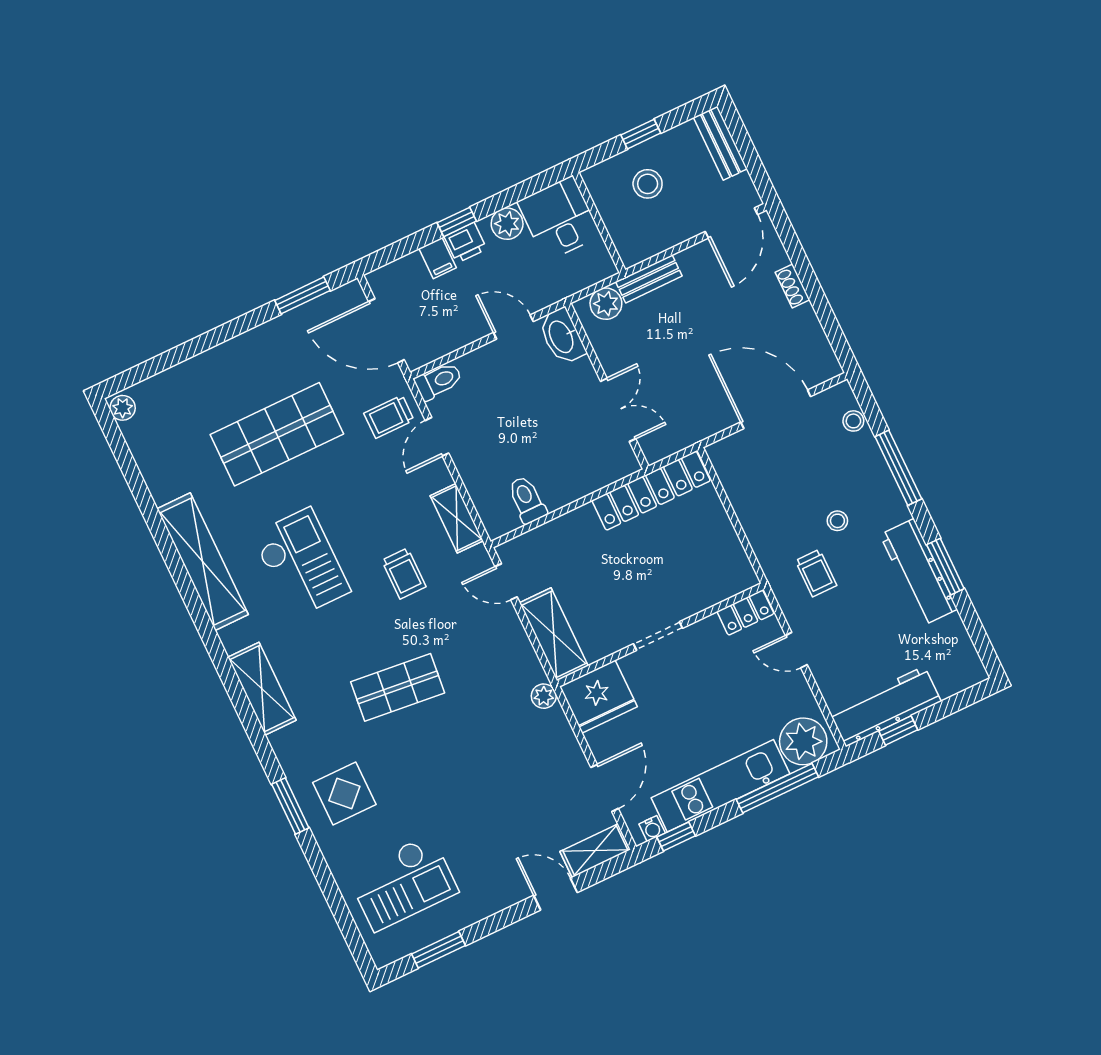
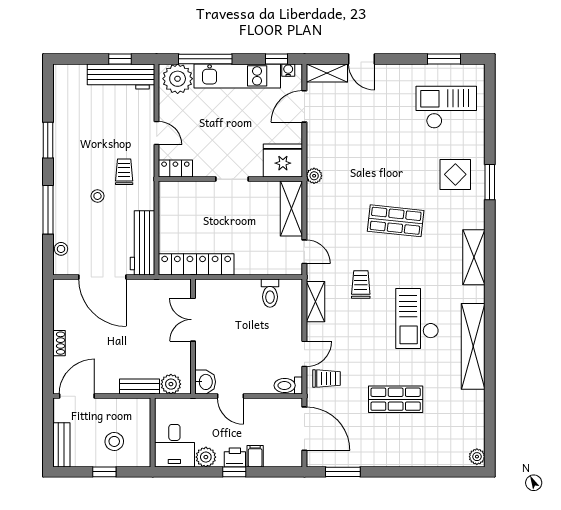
washbasin: (562, 336) -> (205, 382), width x0.72
shop shelf: (277, 434) -> (396, 399), width x0.70, depth x0.74
workbench: (919, 572) -> (143, 243), moved, turned 180

